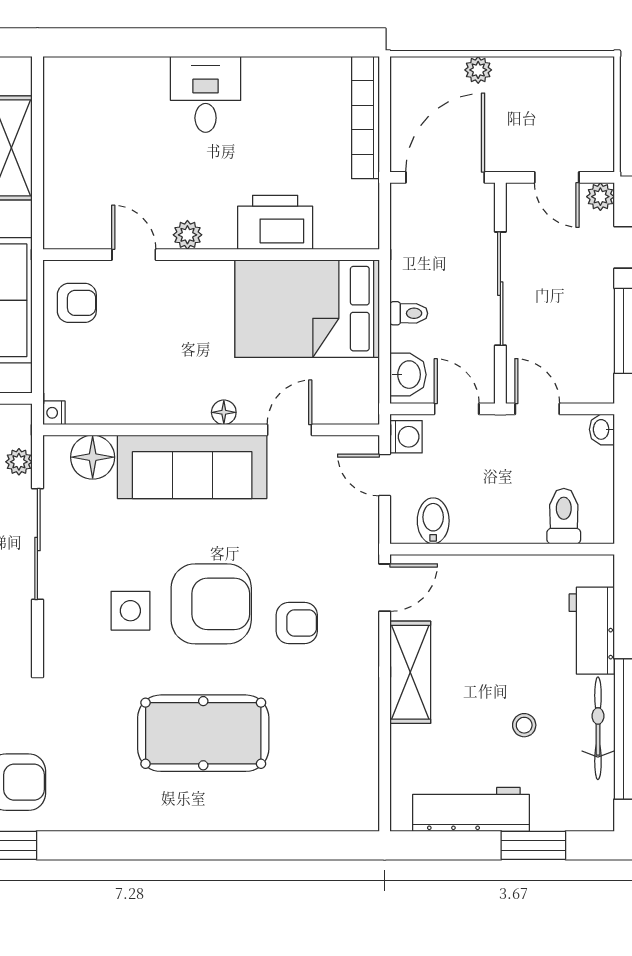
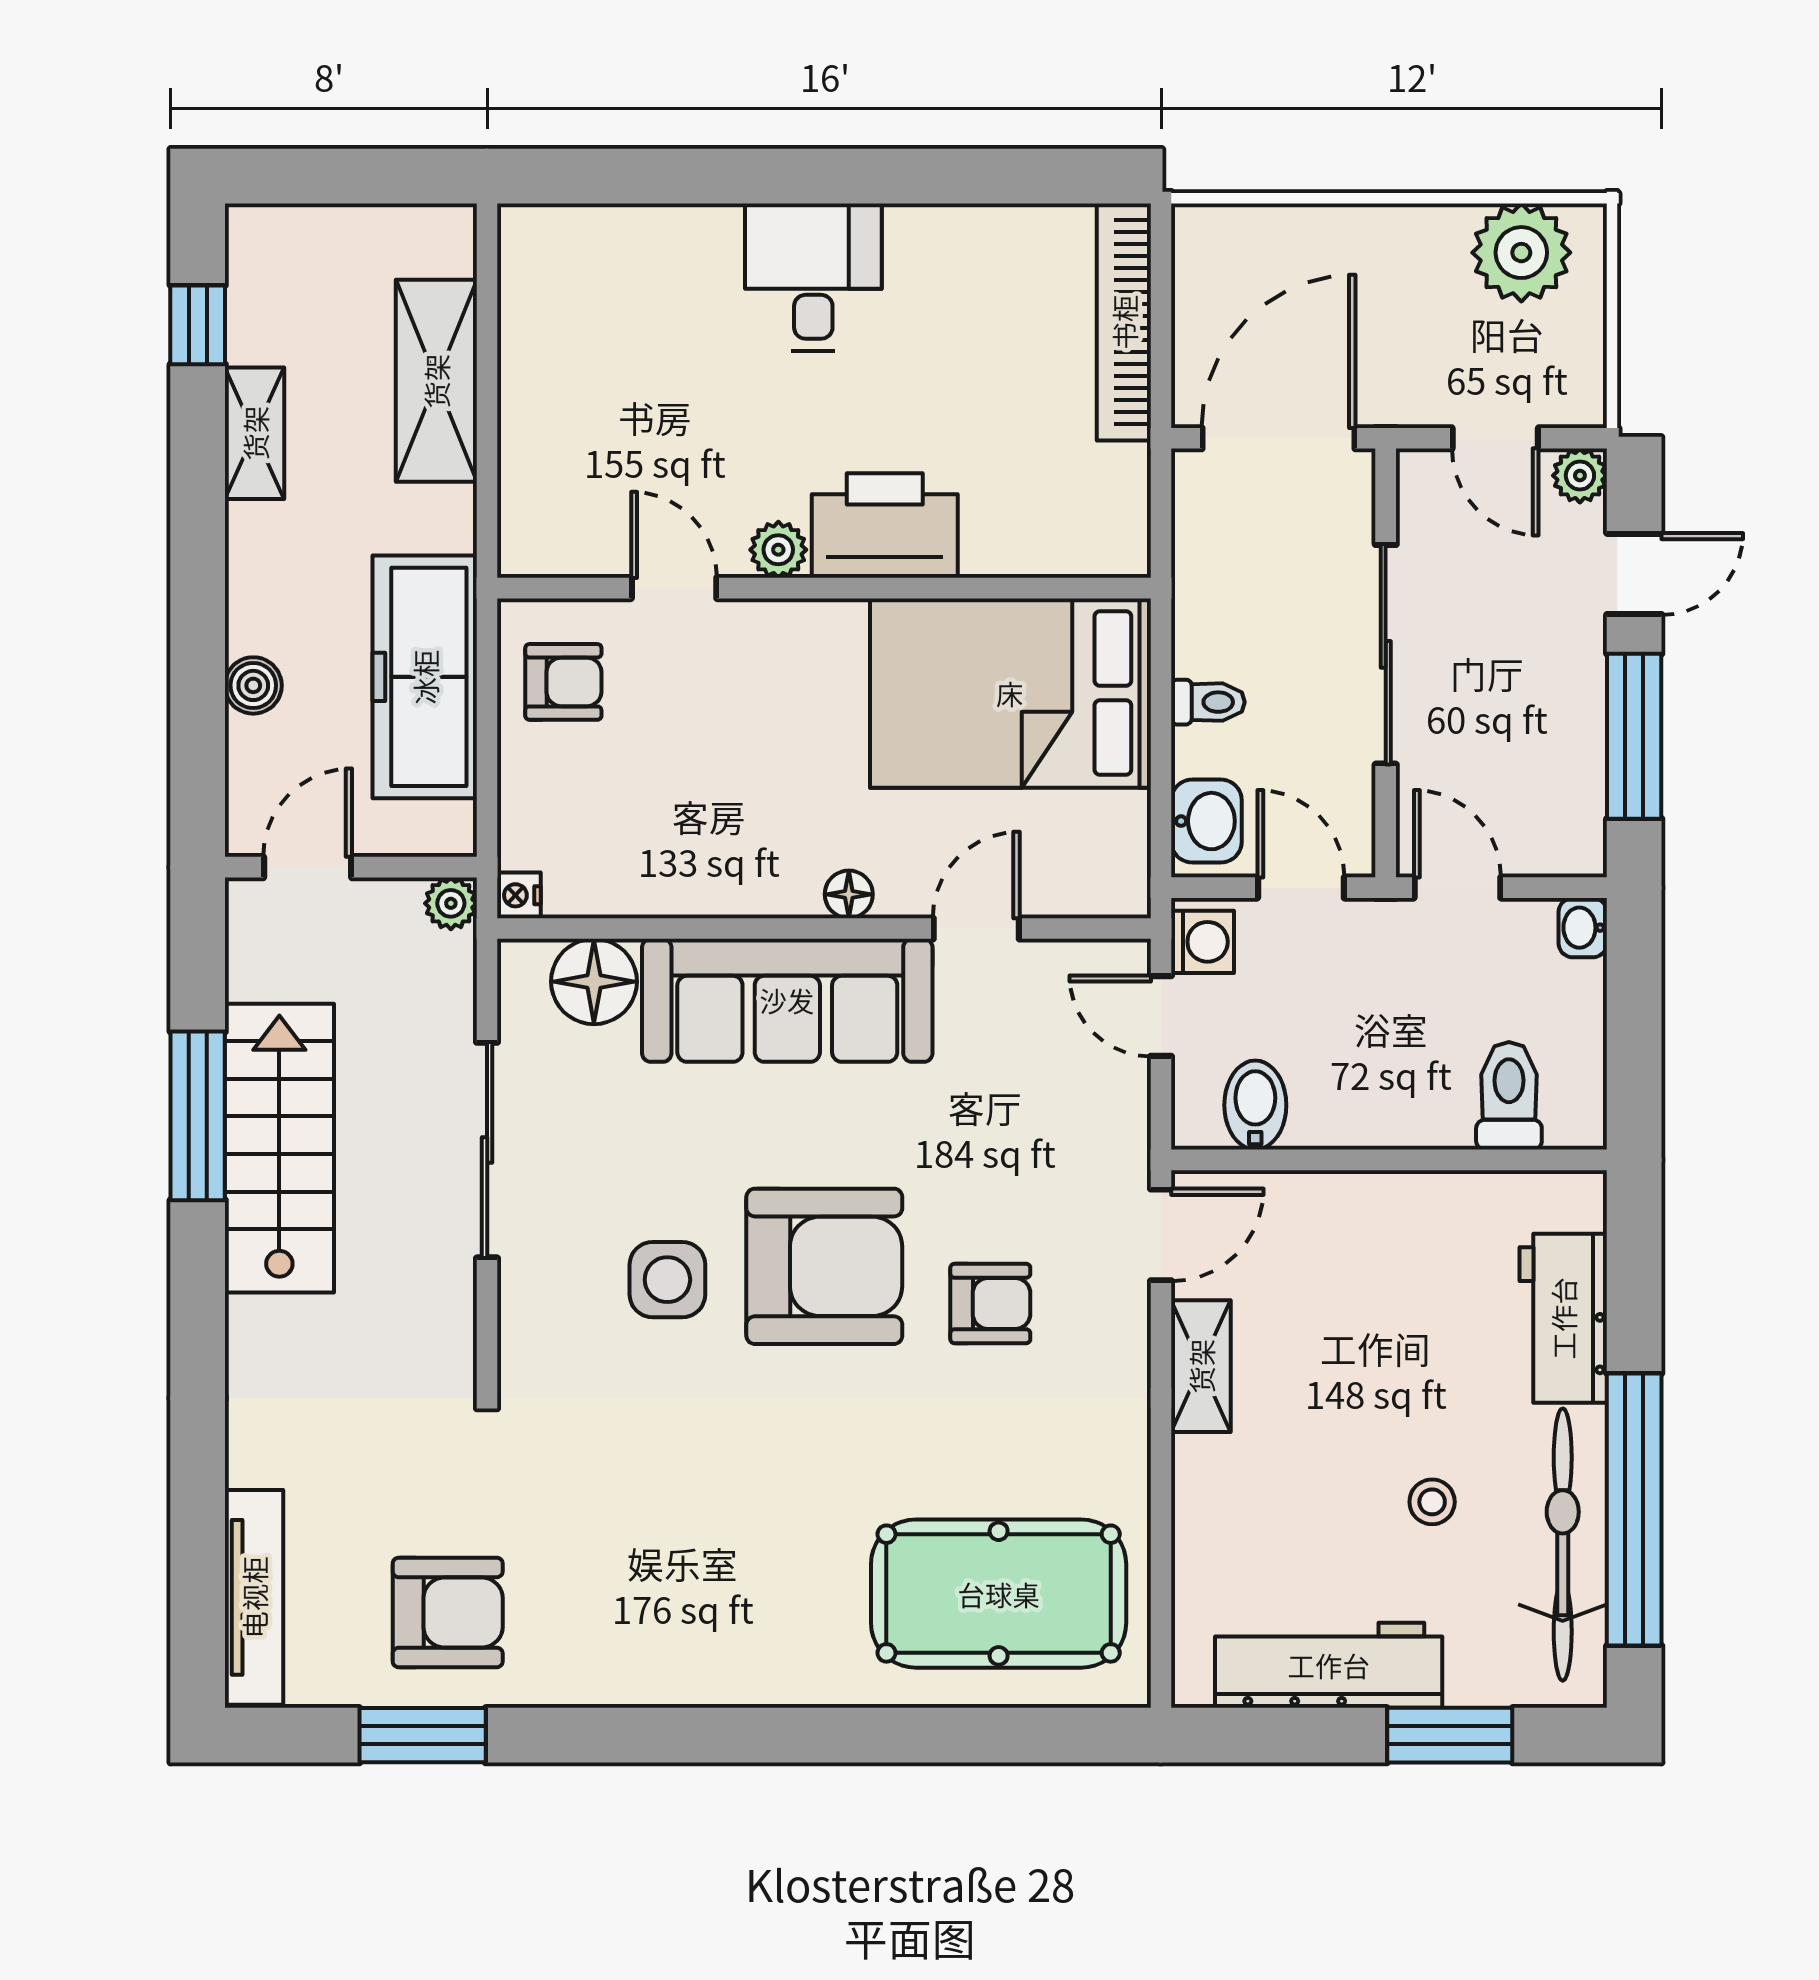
plant: (478, 70) -> (1521, 253), moved, width x1.88, depth x1.88
printer: (275, 222) -> (885, 525), moved
plant: (19, 462) -> (451, 903), moved
shelving: (410, 672) -> (1201, 1366), width x0.67, depth x0.75
bicycle: (598, 728) -> (1563, 1545), width x1.37, depth x1.40
pool table: (203, 733) -> (999, 1594), moved

